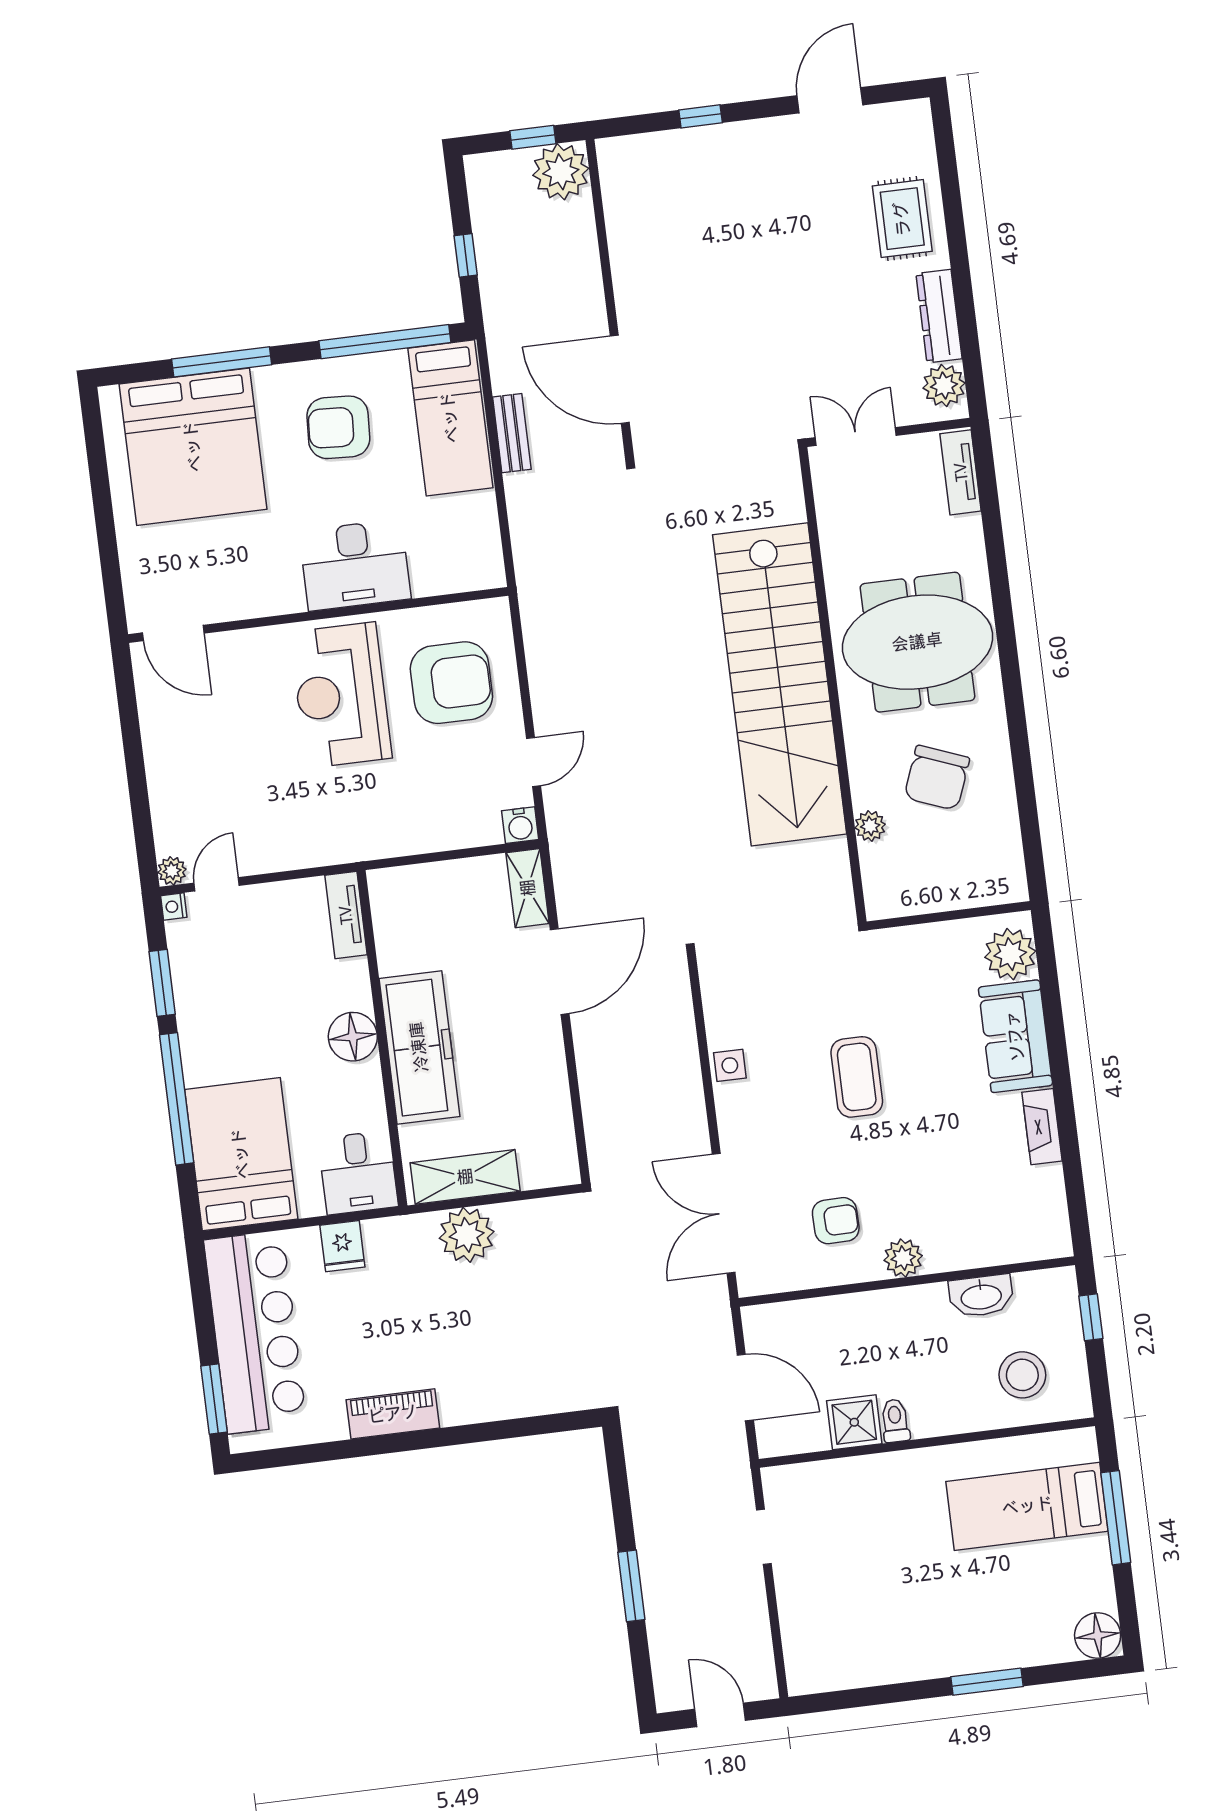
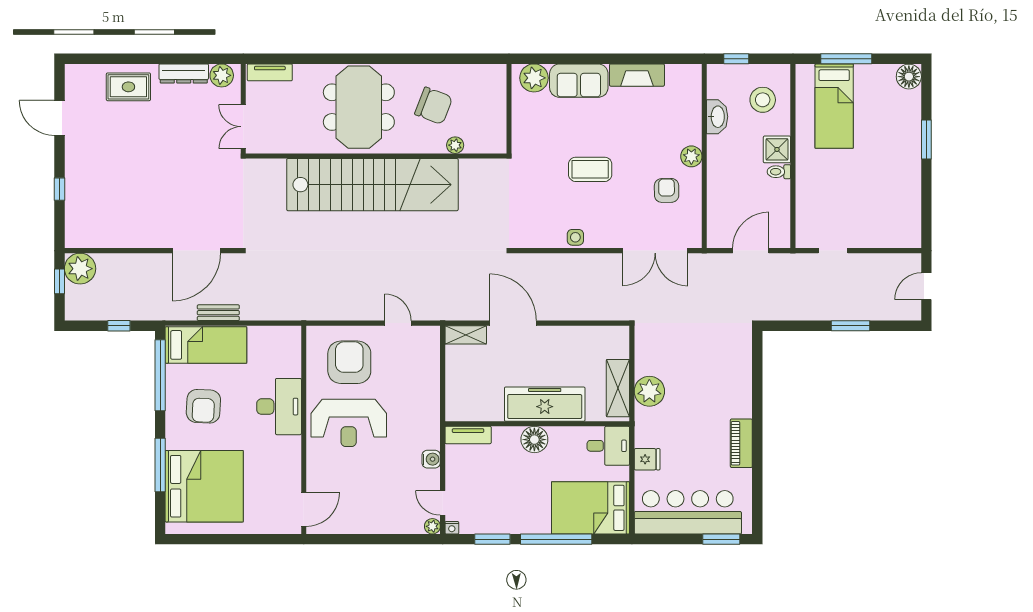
water cooler: (520, 825) -> (431, 459), moved
fireplace: (1042, 1127) -> (637, 75), width x1.37, depth x1.32
shower: (854, 1422) -> (777, 149), moved

